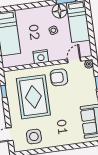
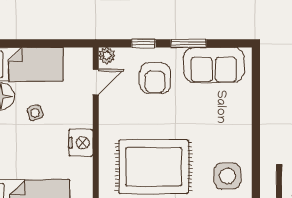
door: (74, 60) -> (96, 82), swing flipped
armchair: (59, 77) -> (155, 78), moved

